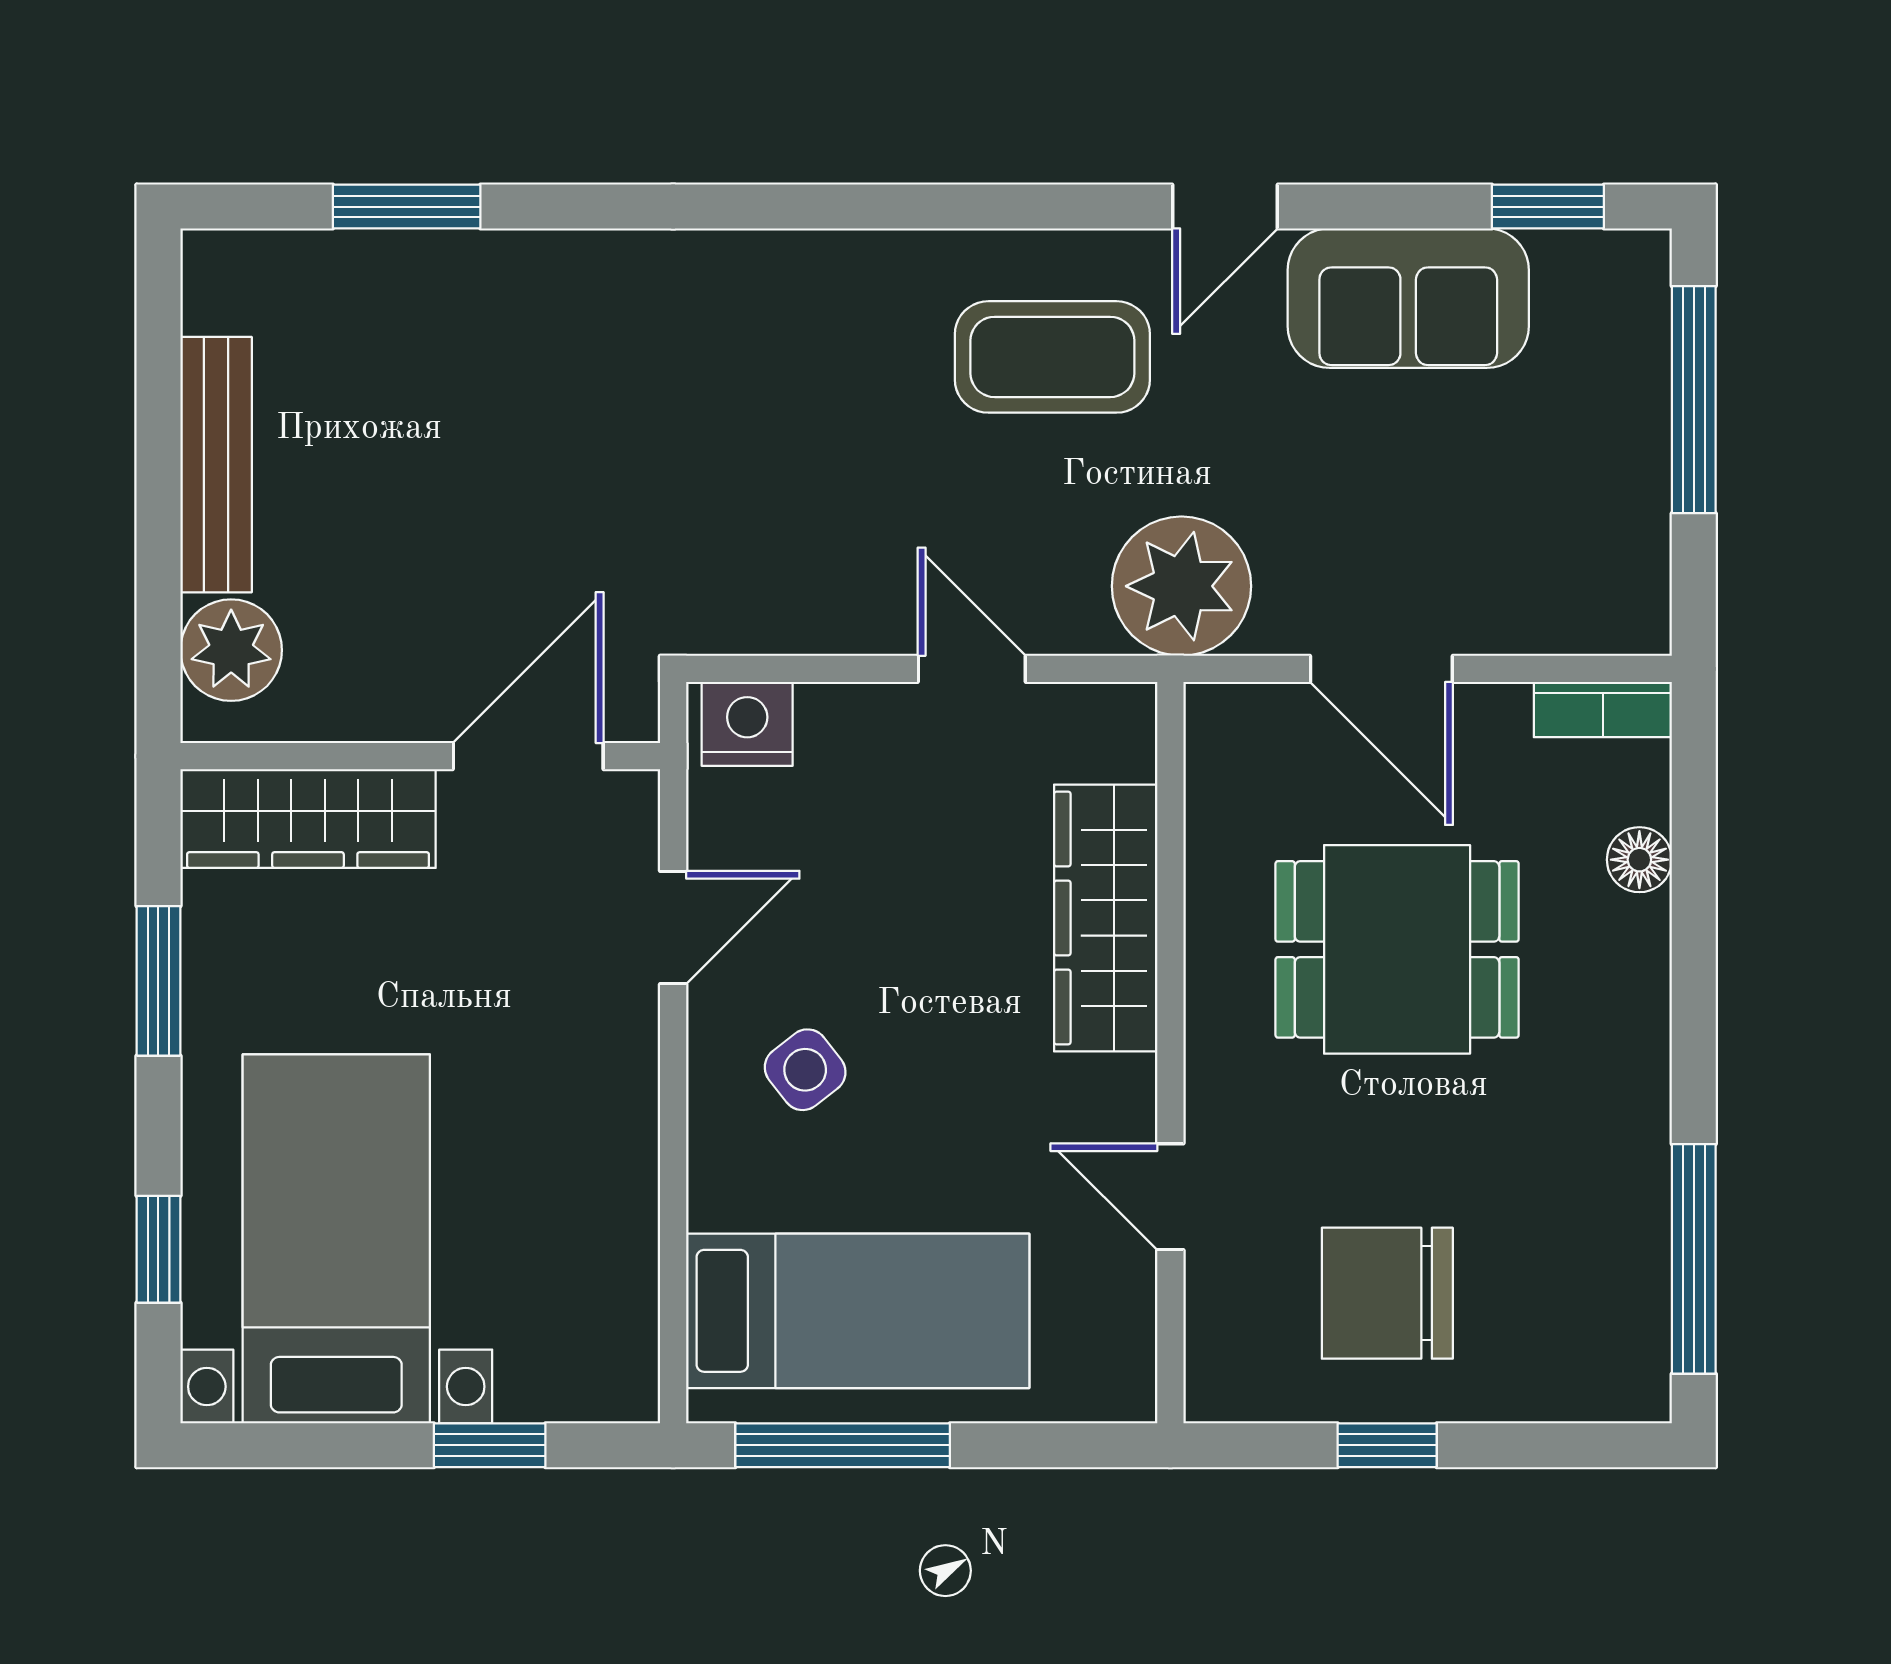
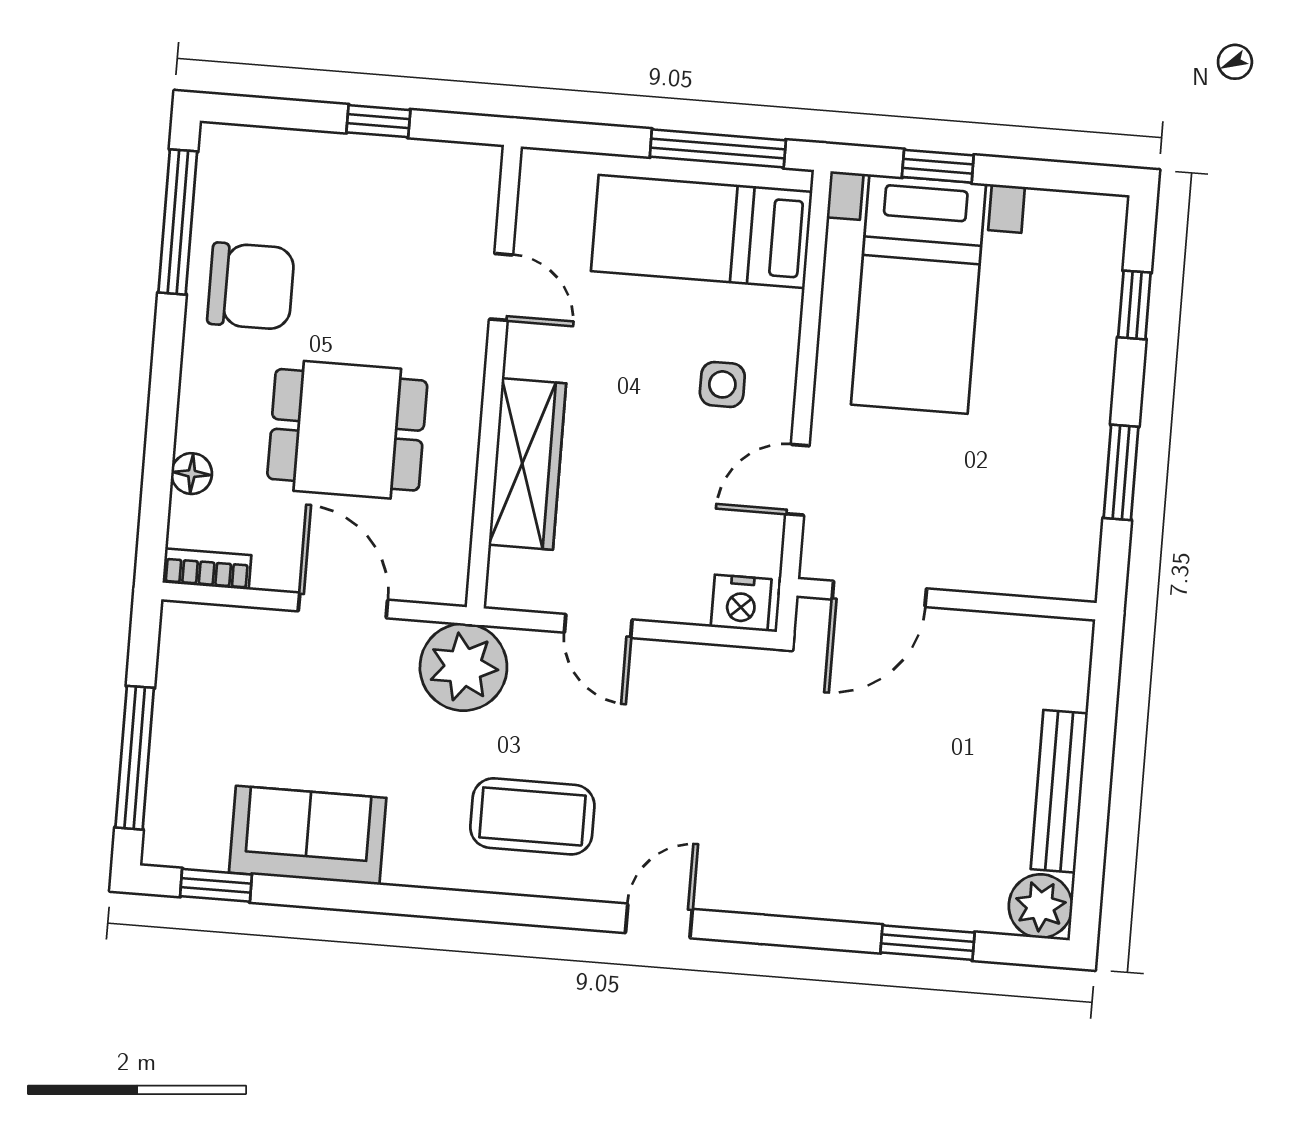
door: (1225, 207) -> (659, 921), moved
plant: (231, 650) -> (1041, 906), moved
wardrobe: (308, 819) -> (1020, 566), removed
side table: (805, 1070) -> (722, 384), turned 38
bed with nightstands: (336, 1239) -> (918, 294), moved
chair: (1387, 1293) -> (251, 286), moved

